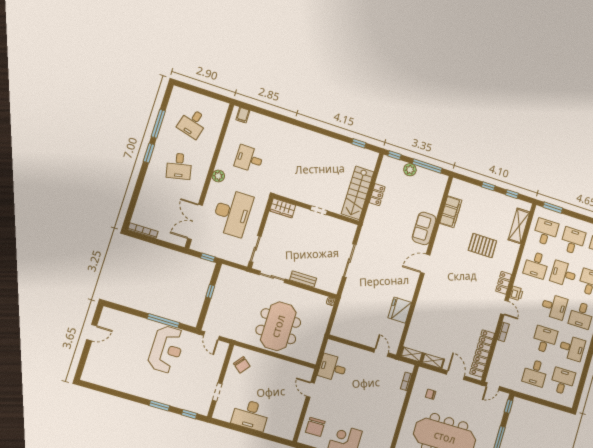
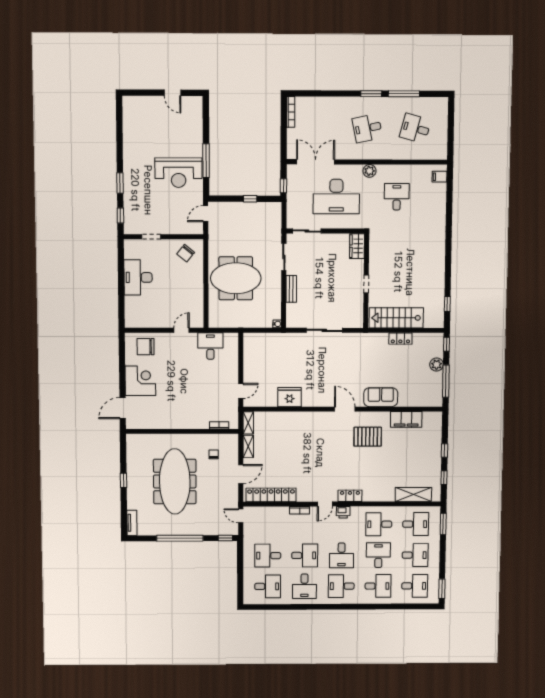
pallet: (483, 246) -> (368, 437), moved, turned 90

